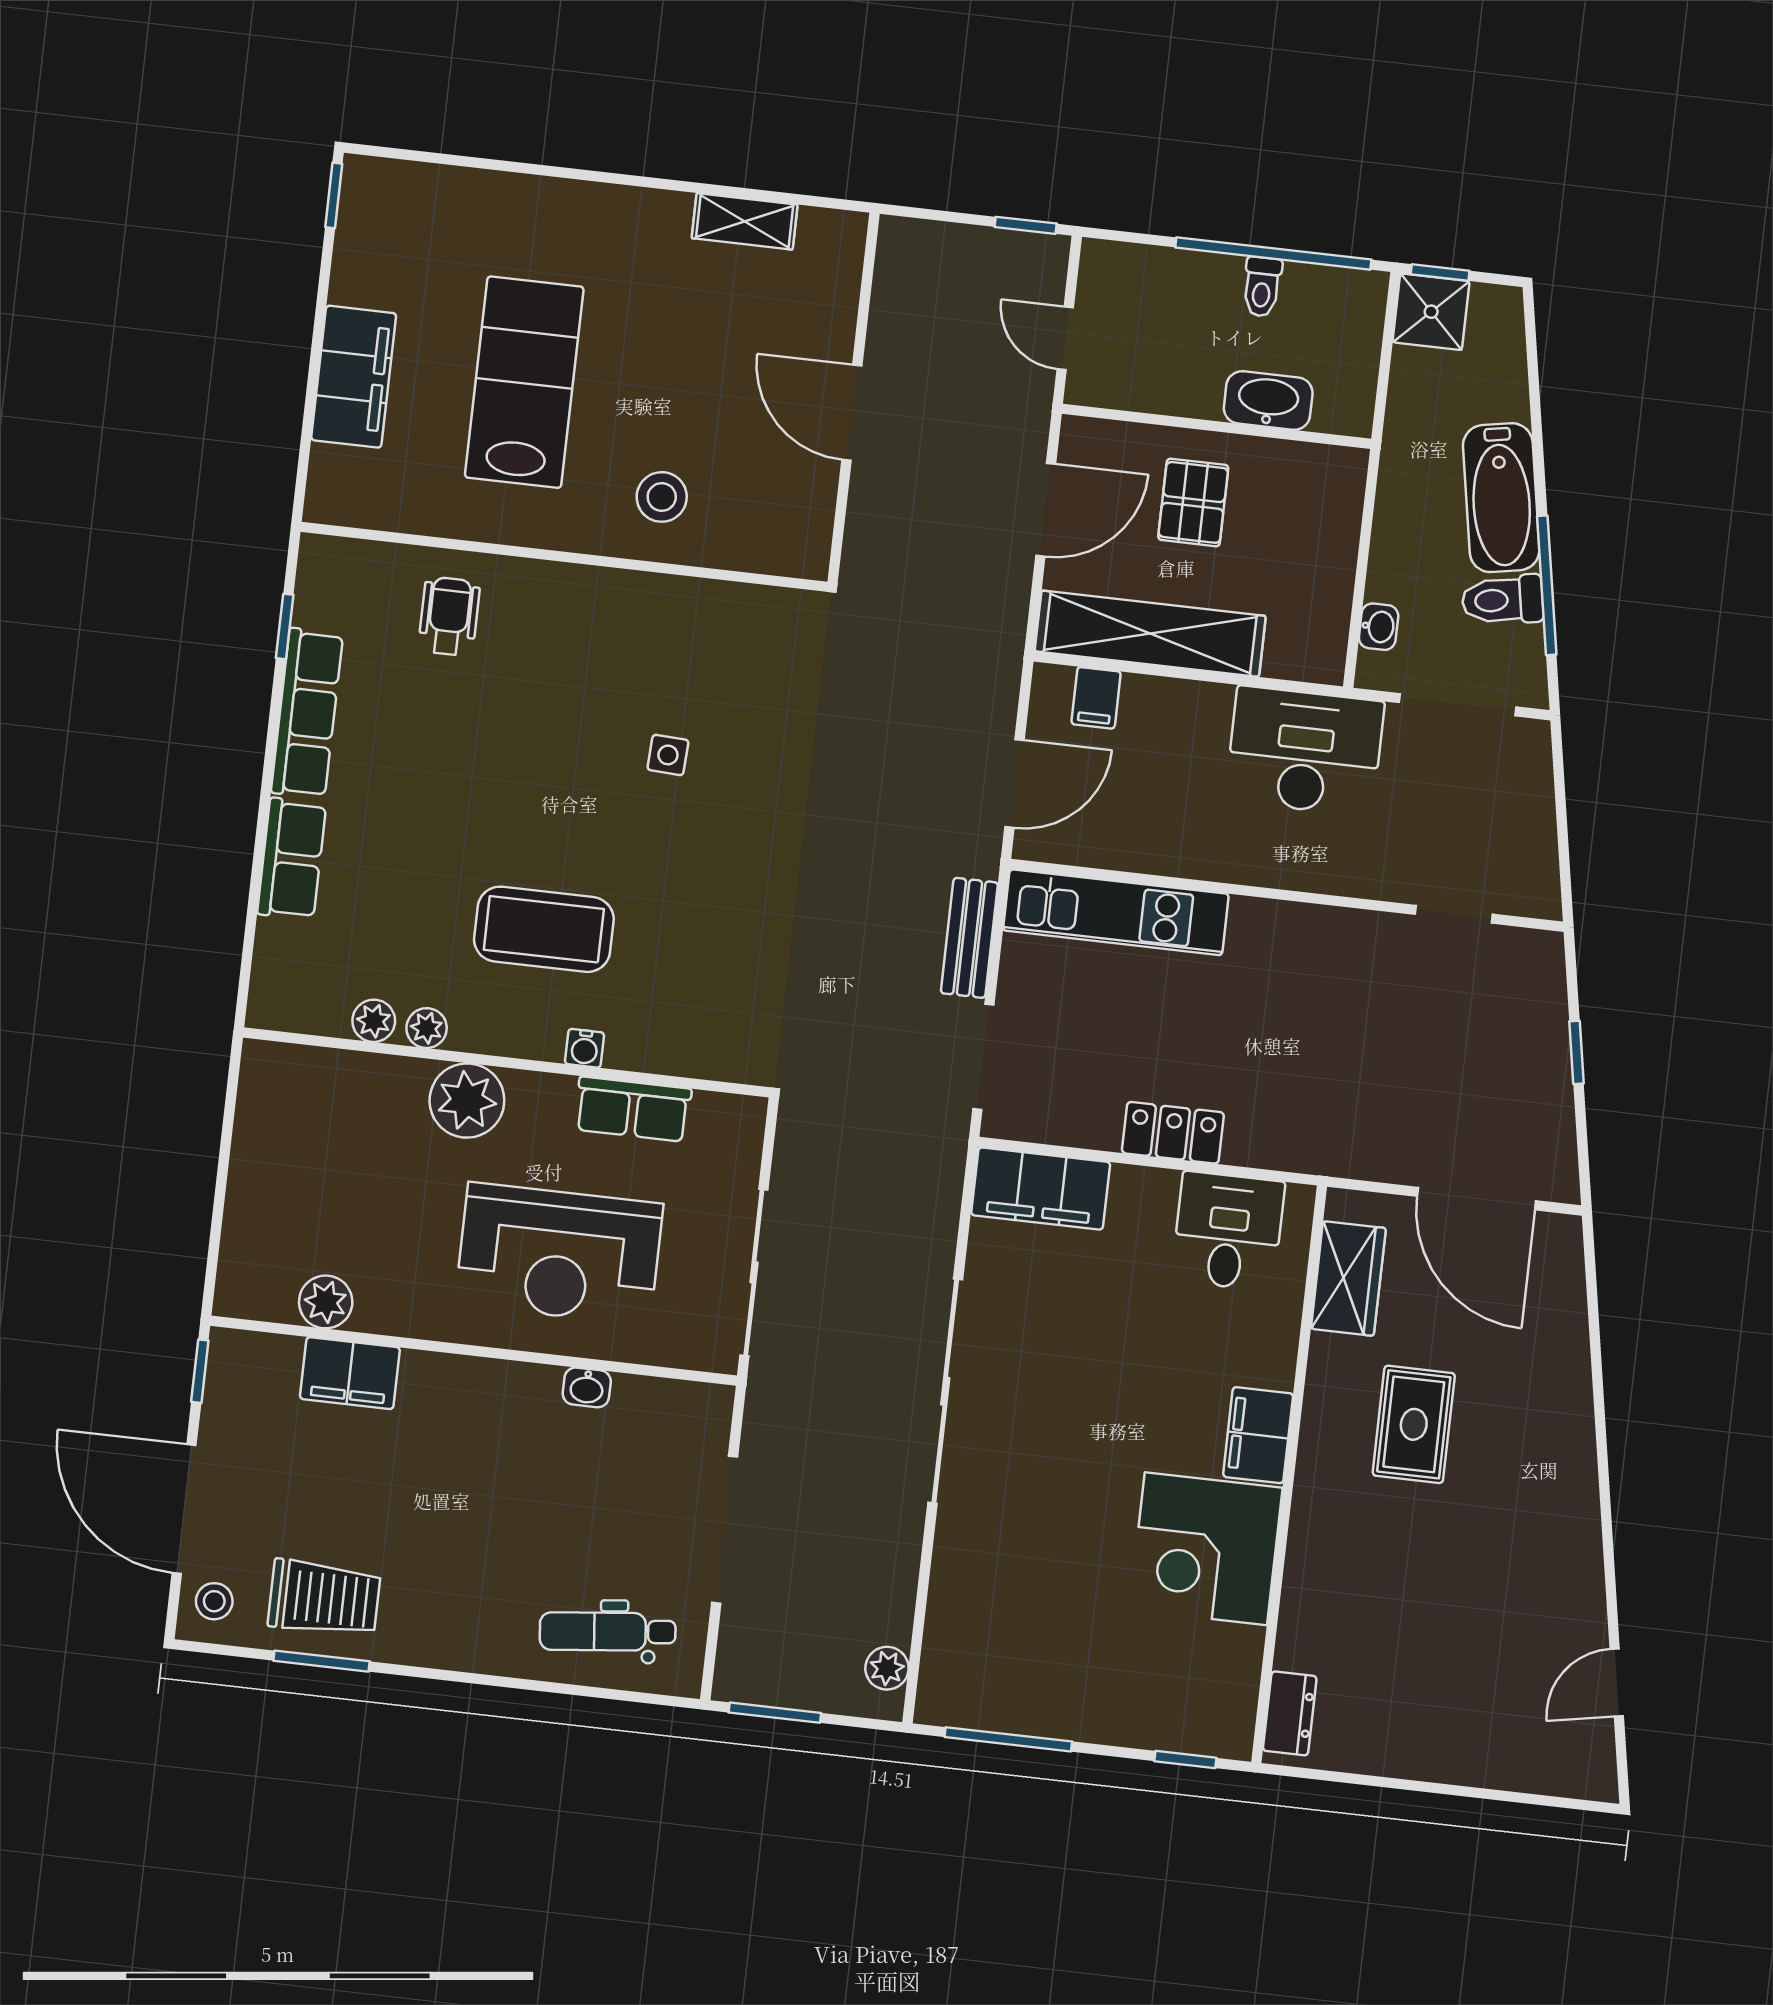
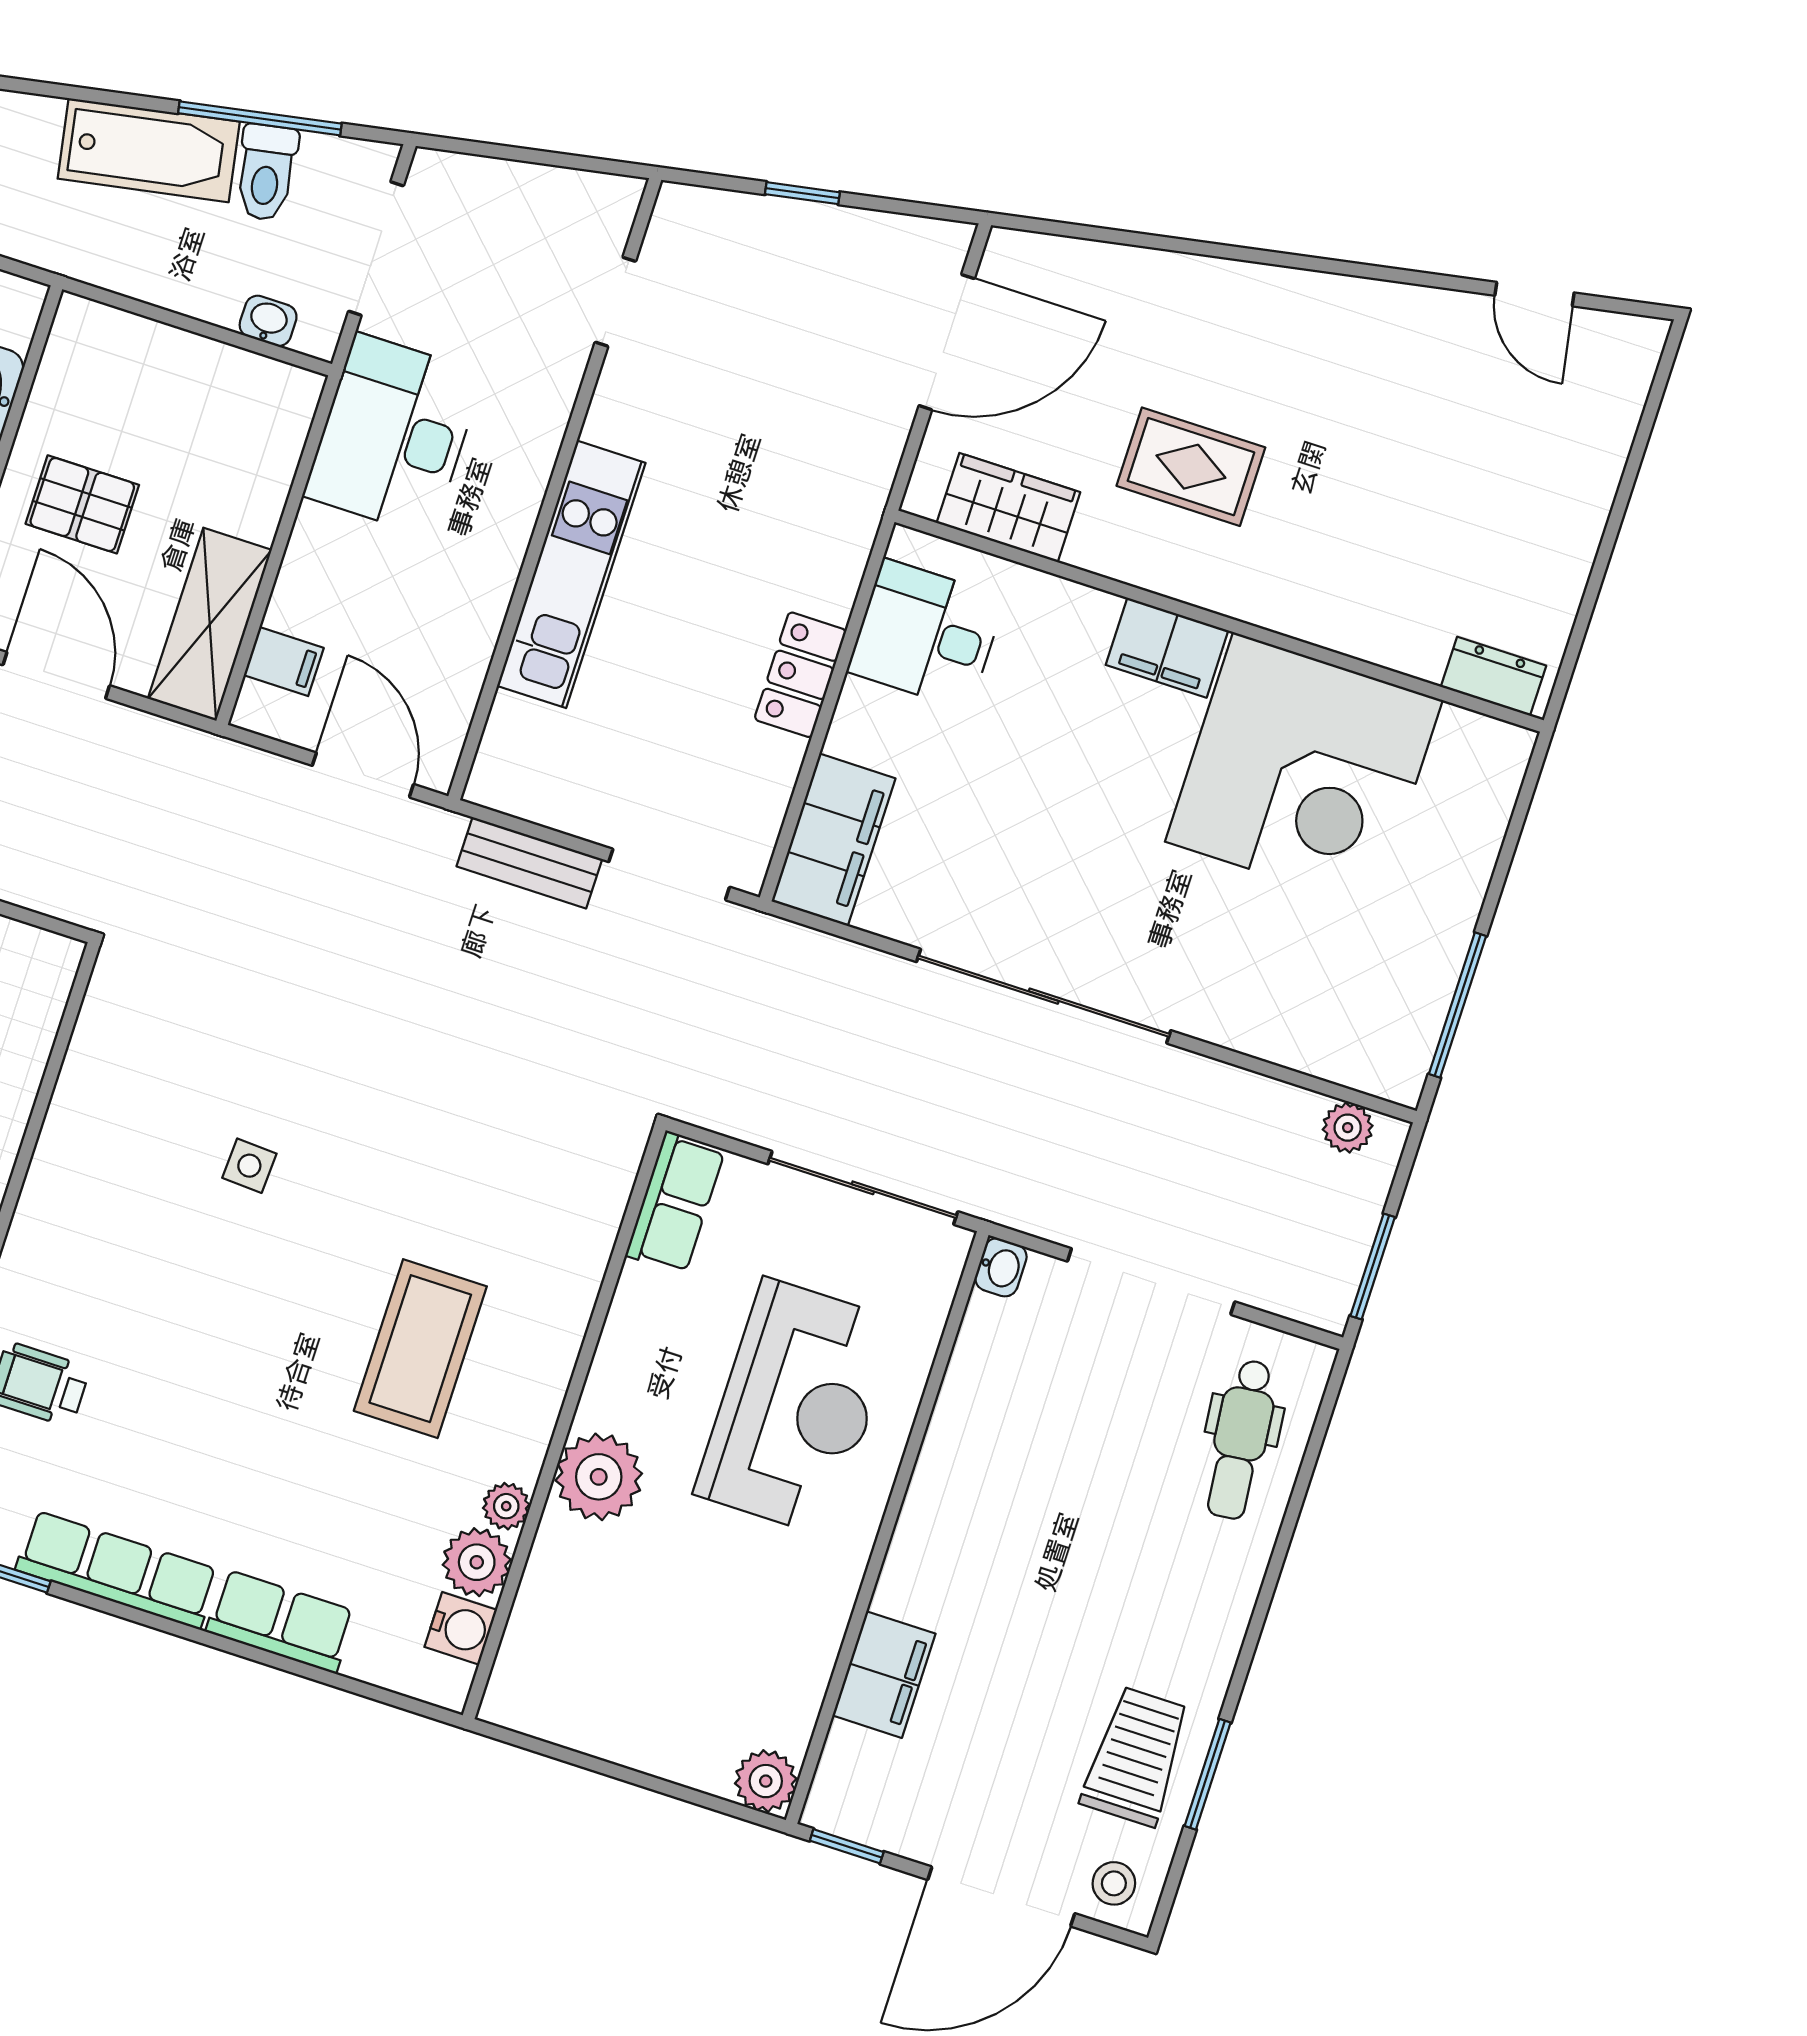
shelving: (1150, 634) -> (210, 624), width x0.68
kitchen unit: (1116, 912) -> (571, 574), moved
plant: (374, 1021) -> (477, 1562), width x1.38, depth x1.38
water cooler: (585, 1048) -> (461, 1628), moved, width x1.38, depth x1.38
row of seats: (633, 1109) -> (675, 1203), moved
plant: (326, 1302) -> (766, 1781), moved
washbasin: (587, 1387) -> (1001, 1267), moved
corner desk: (1206, 1549) -> (1304, 771), width x1.36, depth x1.36
window: (1185, 1760) -> (1522, 807), removed

